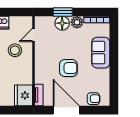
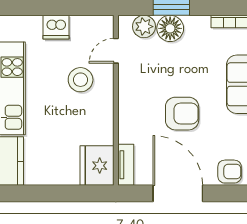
plant: (77, 22) -> (144, 27), moved

